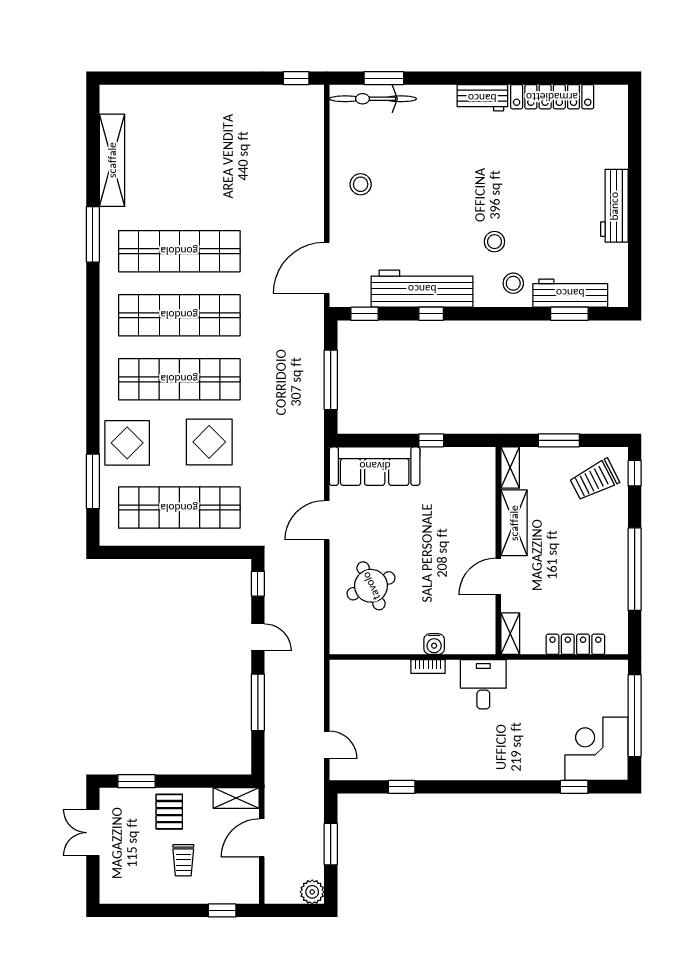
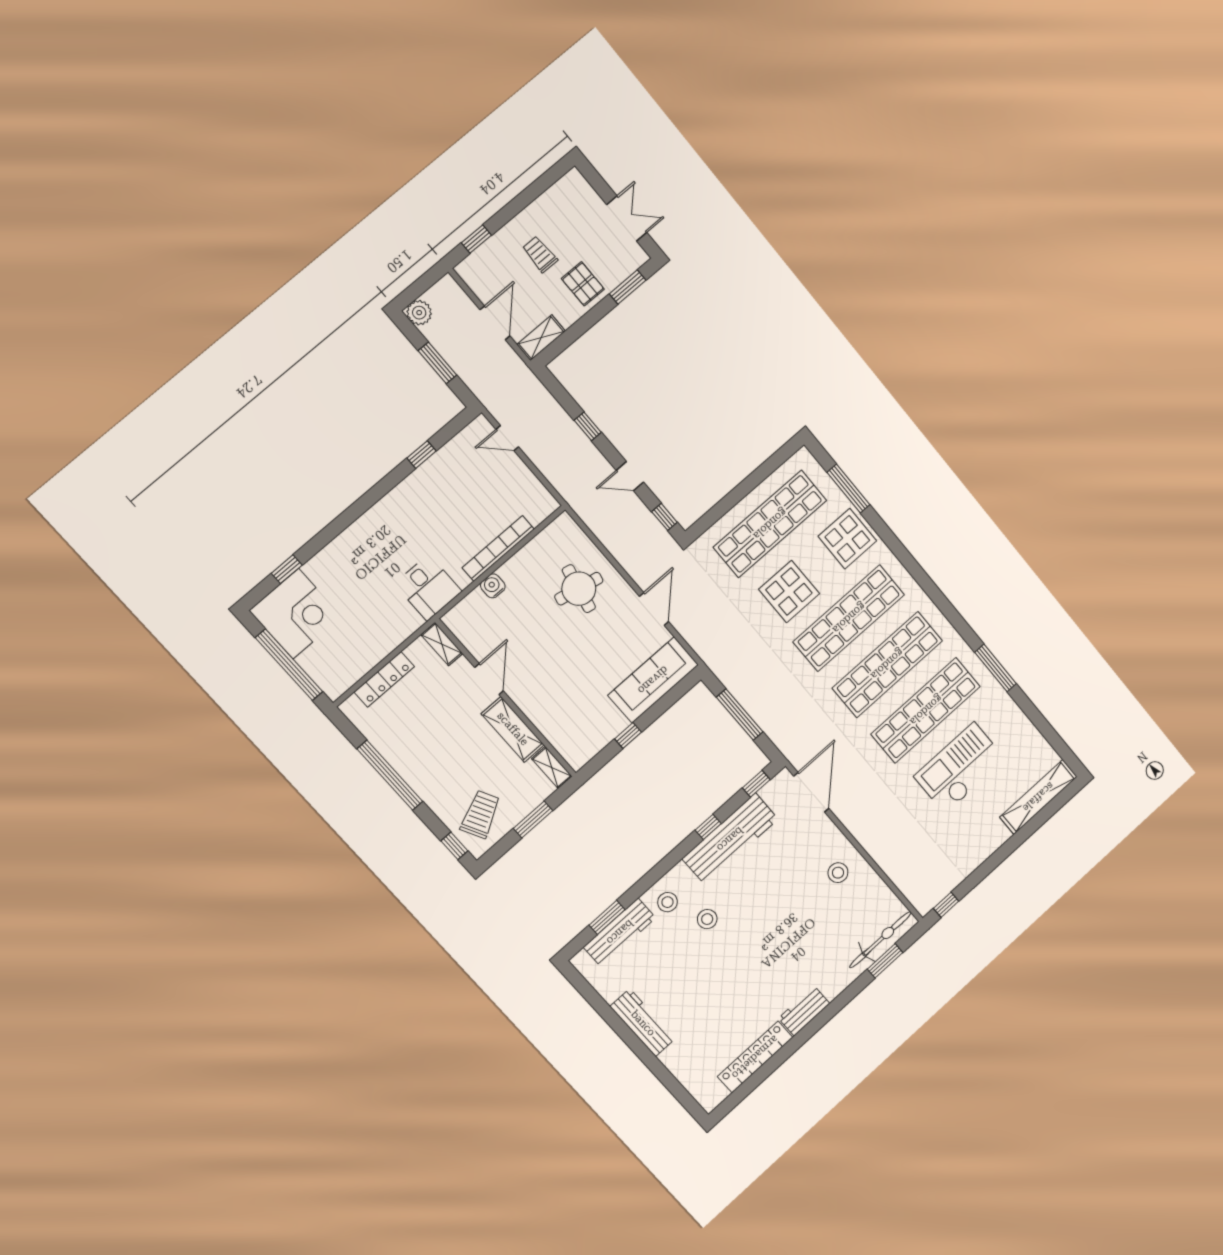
shelving: (112, 160) -> (1038, 797), moved, turned 90
checkout: (191, 180) -> (960, 768), added
round table: (371, 586) -> (579, 589), turned 36
bookcase: (428, 666) -> (498, 548), width x2.31, depth x1.31
window: (258, 702) -> (588, 426), width x0.46

